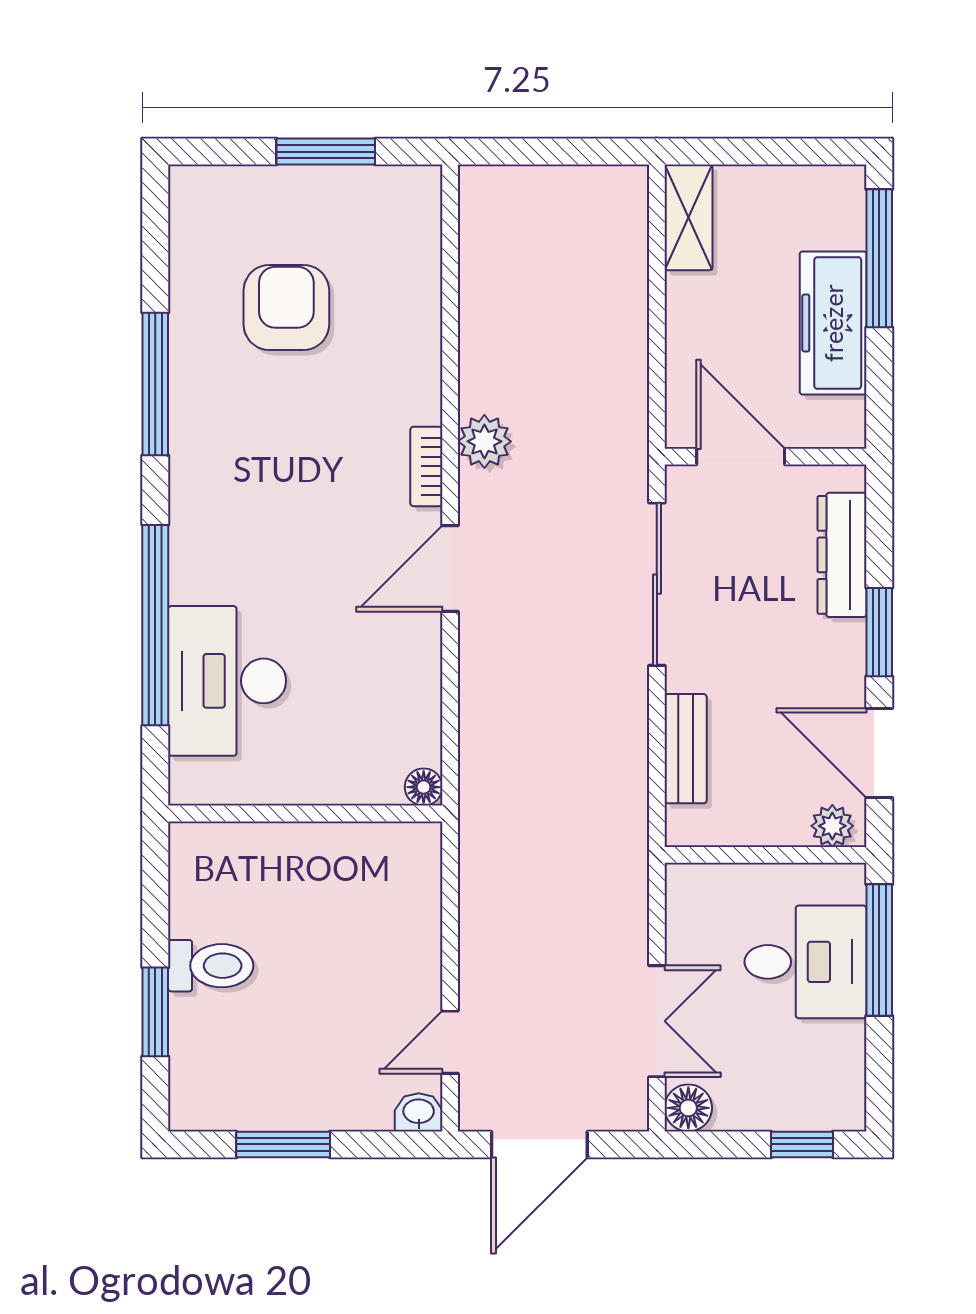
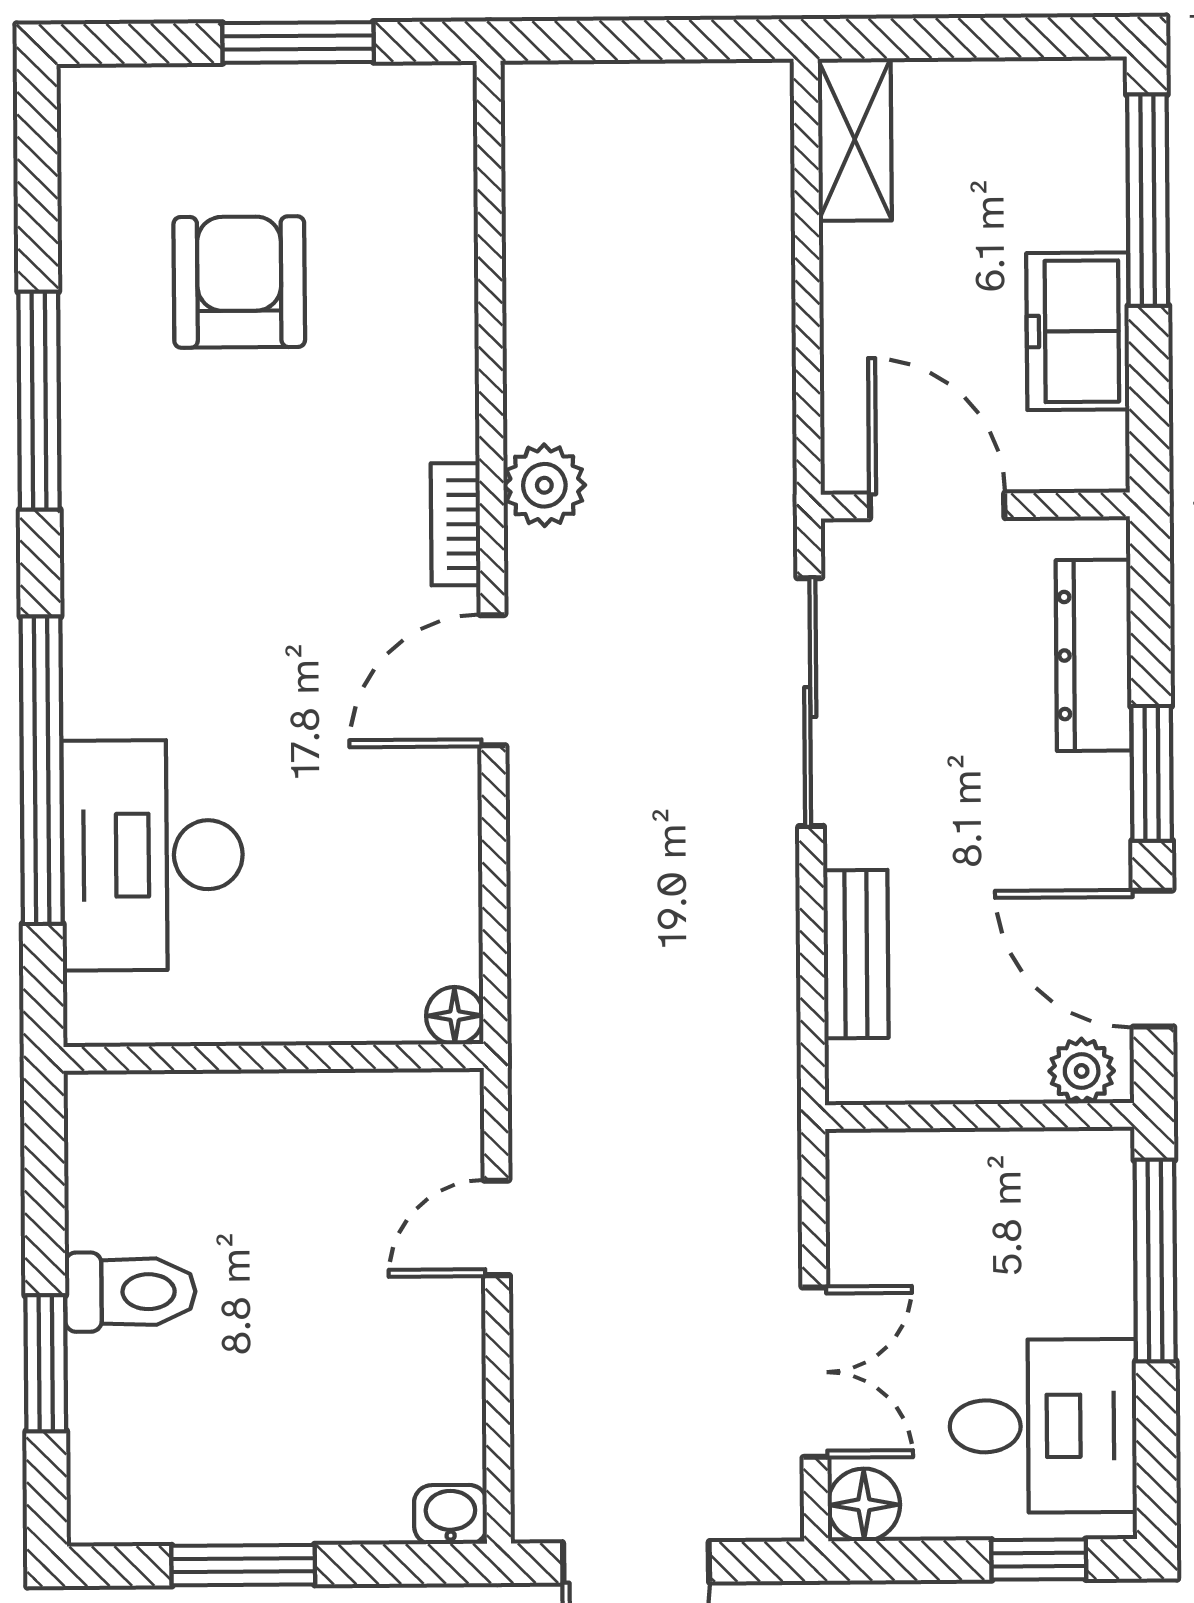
freezer: (833, 323) -> (1078, 331), width x0.71
desk: (805, 962) -> (1043, 1426), moved
door: (450, 1042) -> (497, 1228), moved

